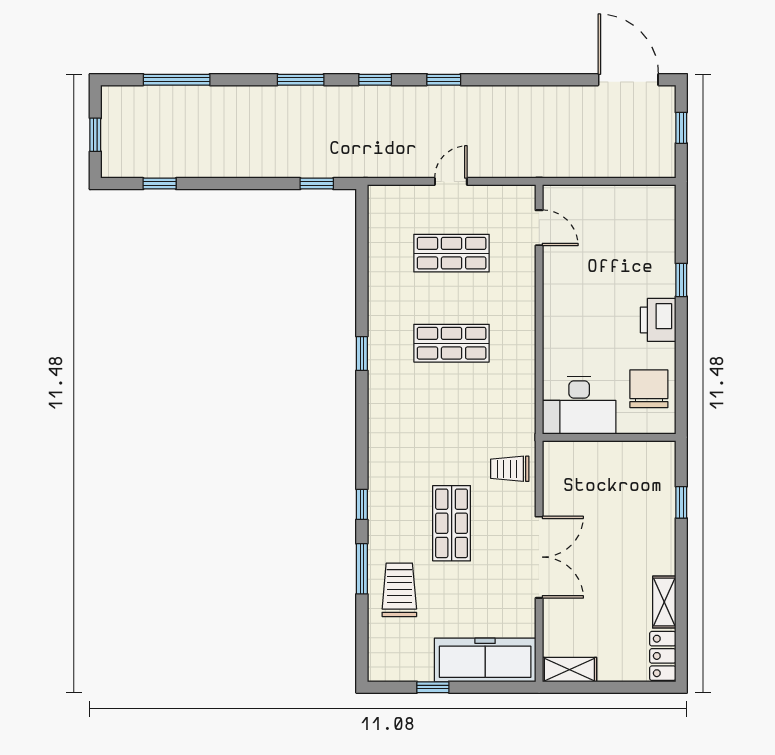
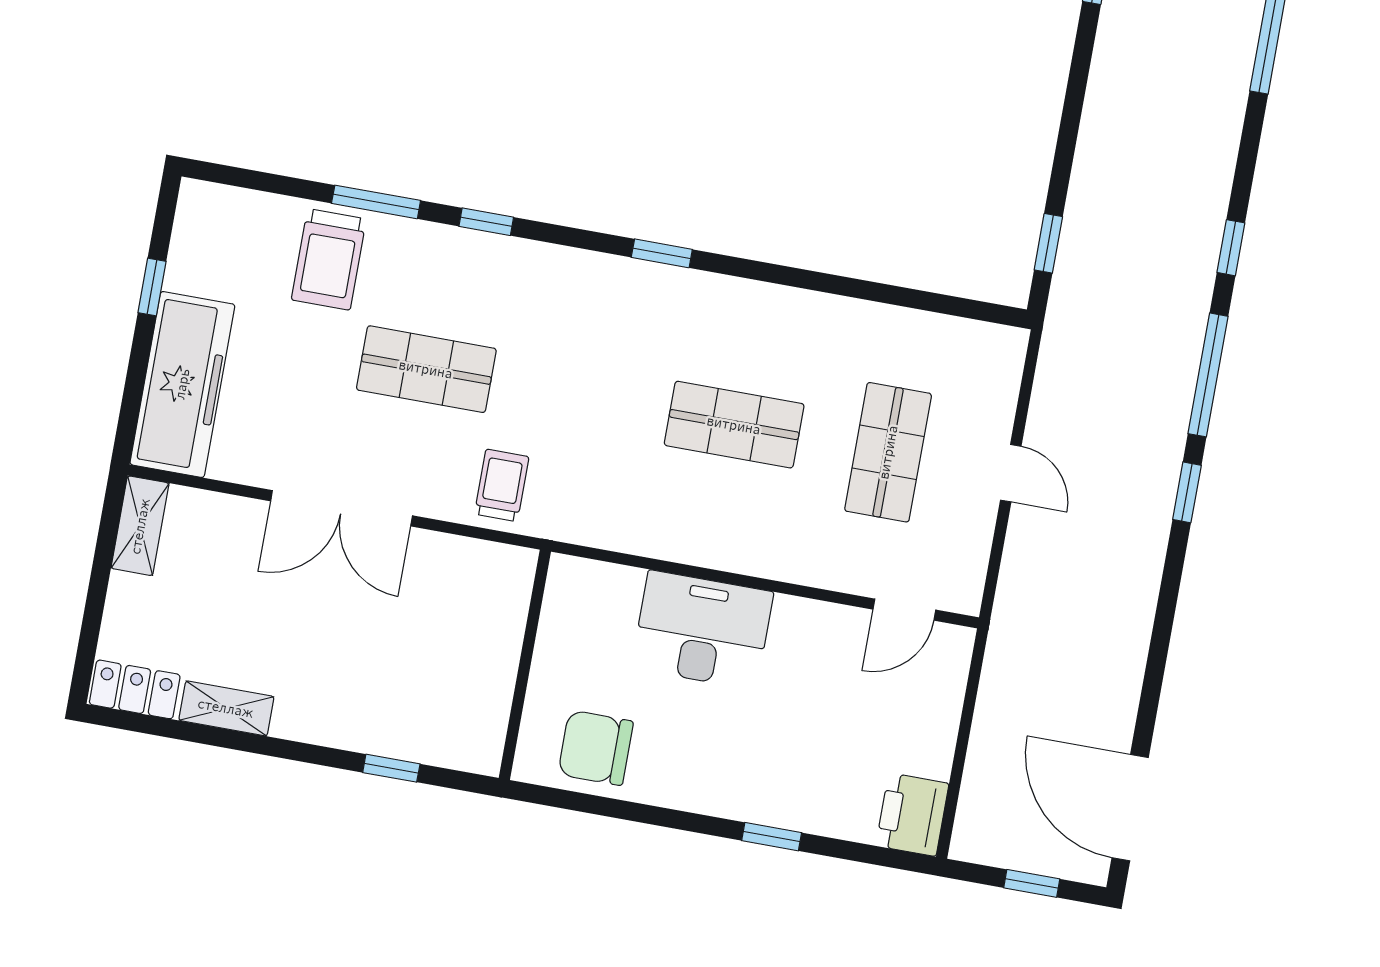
window: (301, 80) -> (1231, 248), width x0.67
window: (375, 80) -> (1208, 375), width x2.17
door: (628, 80) -> (1130, 808), swing flipped
printer: (658, 320) -> (912, 815), moved, turned -90
shop shelf: (452, 343) -> (734, 425), turned 90
window: (362, 354) -> (662, 253), moved
chair: (649, 389) -> (596, 748), turned 180
desk: (579, 405) -> (702, 630), moved, turned 90
trolley: (399, 590) -> (329, 259), turned 90

